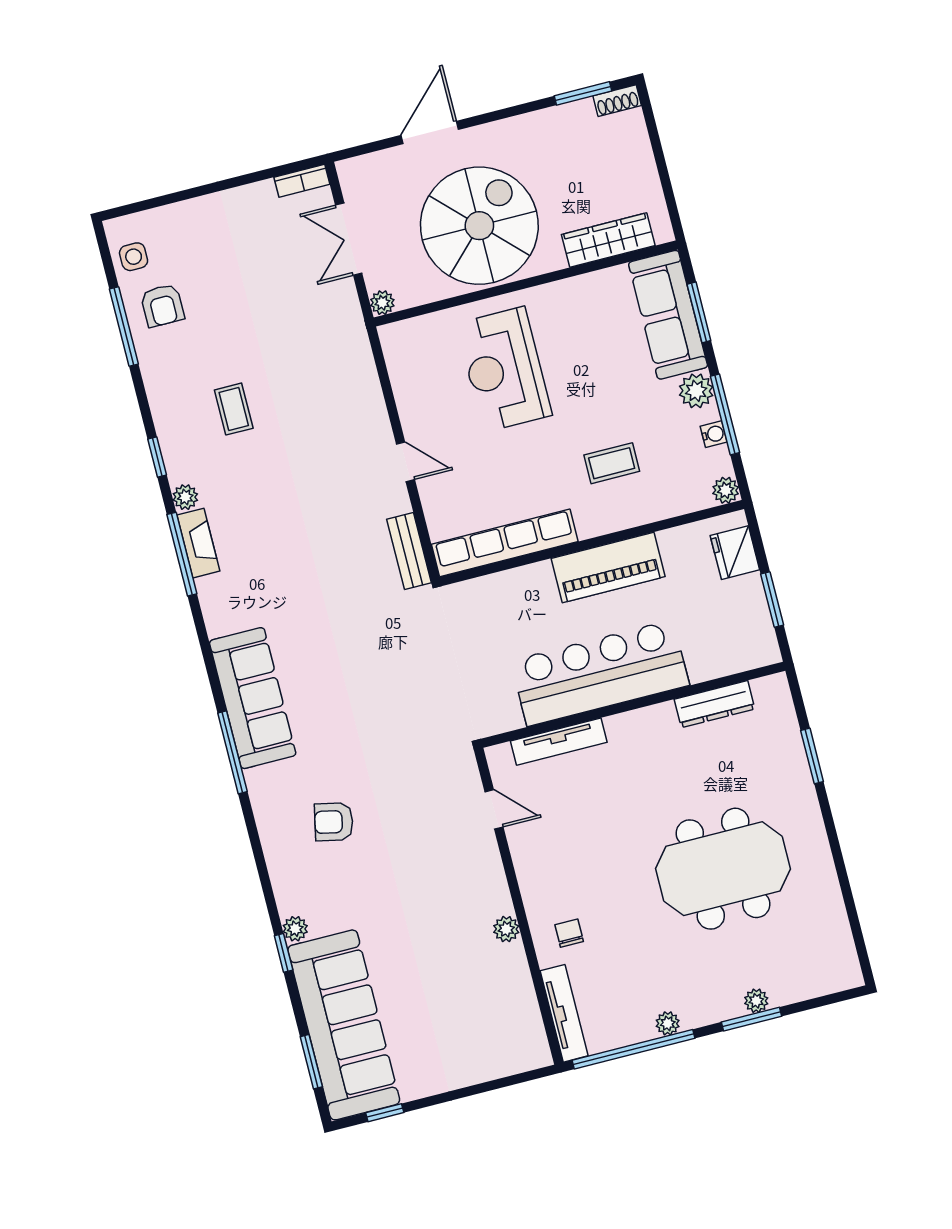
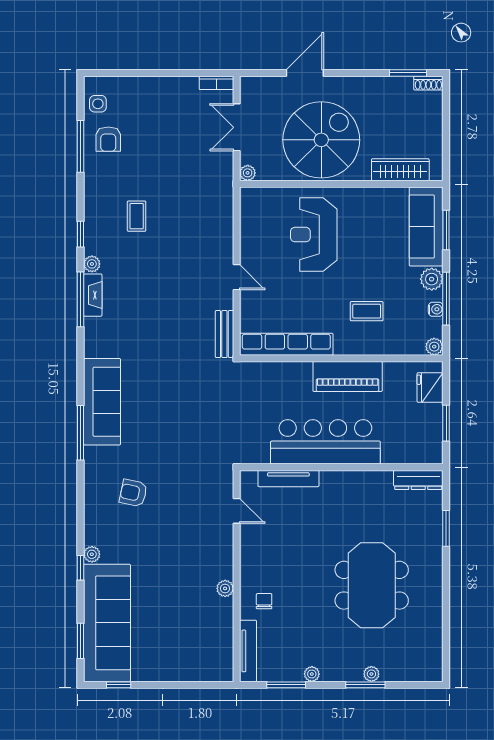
dresser: (715, 704) -> (418, 480), moved
meeting table: (723, 869) -> (372, 585), turned 90
window: (634, 1049) -> (286, 685), width x0.47

